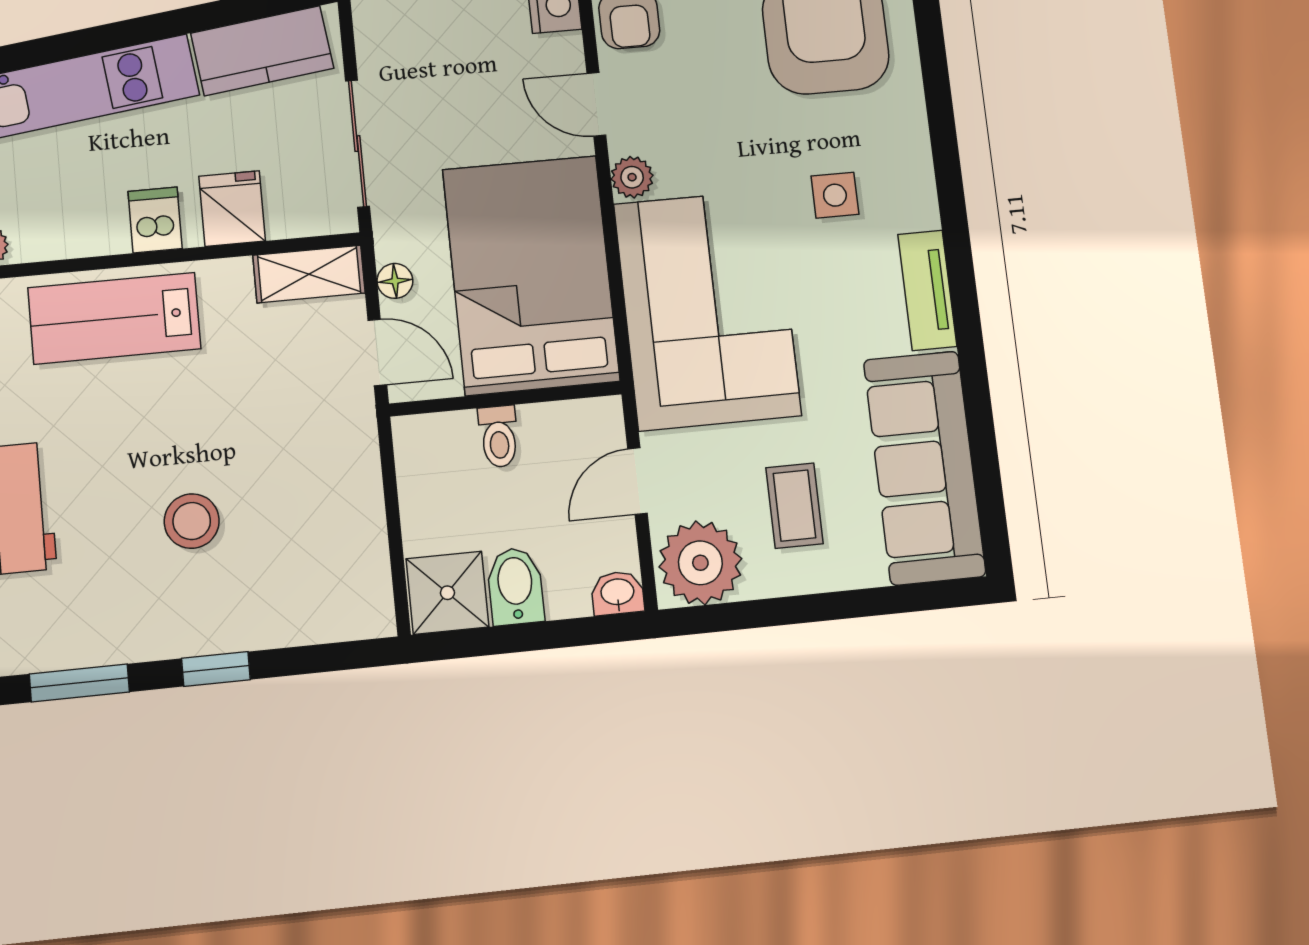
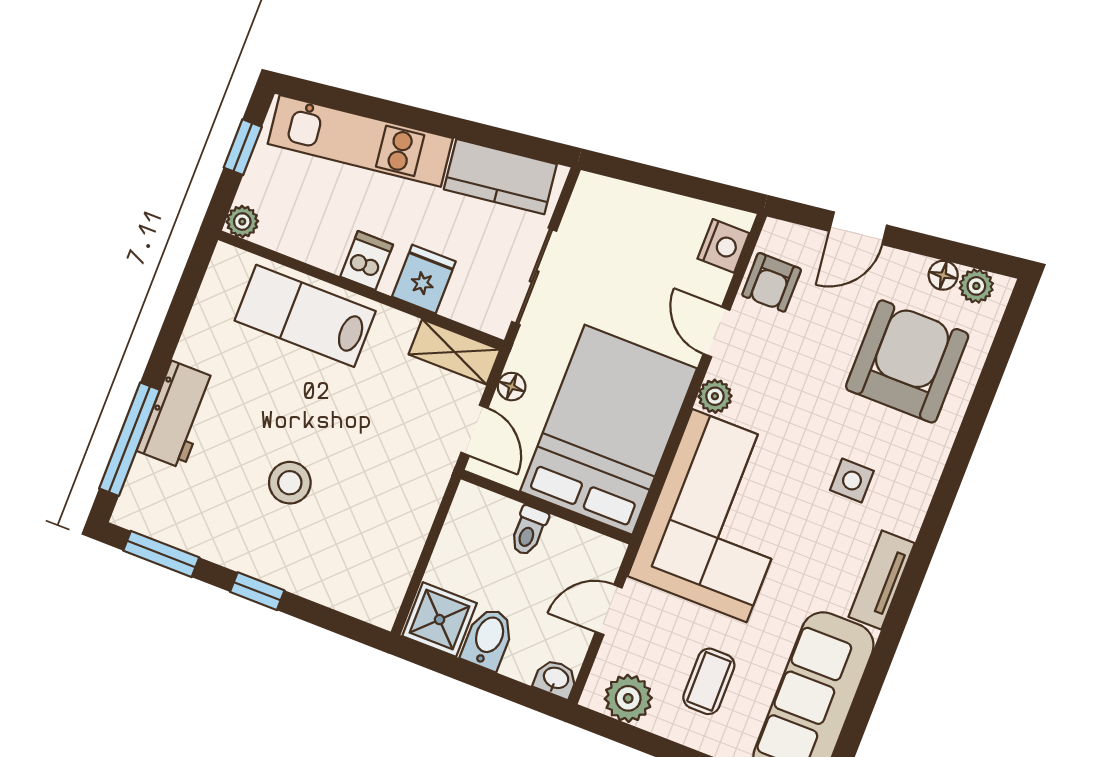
plant: (700, 563) -> (628, 698), width x0.73, depth x0.73

